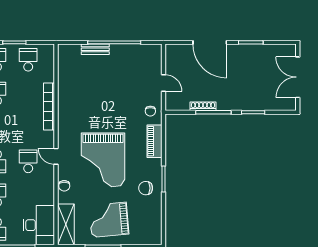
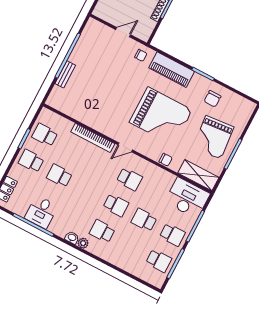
piano: (155, 141) -> (172, 70), width x1.37, depth x1.33
door: (56, 156) -> (125, 147), moved
school desk: (28, 161) -> (129, 179), turned 180
chair: (146, 188) -> (212, 99), moved

